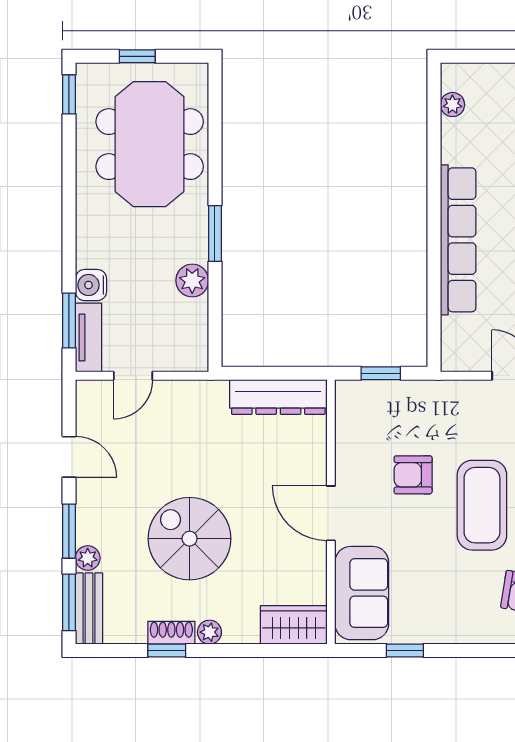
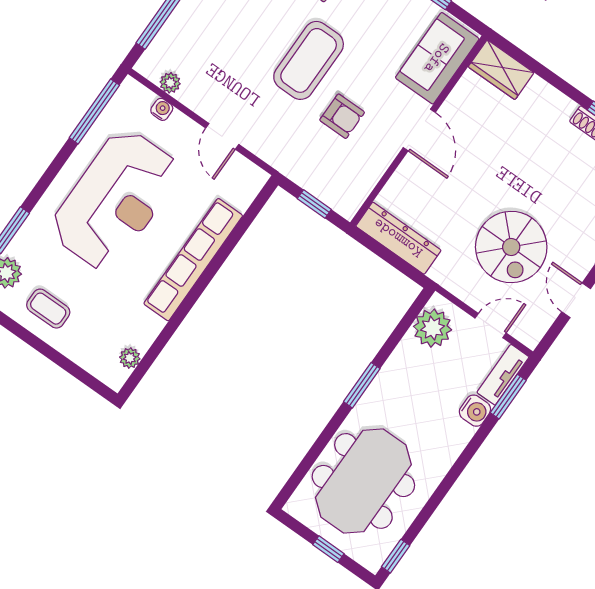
plant: (192, 281) -> (433, 328), moved, width x1.36, depth x1.36
spiral stairs: (190, 539) -> (511, 247), moved
plant: (209, 632) -> (564, 107), removed

